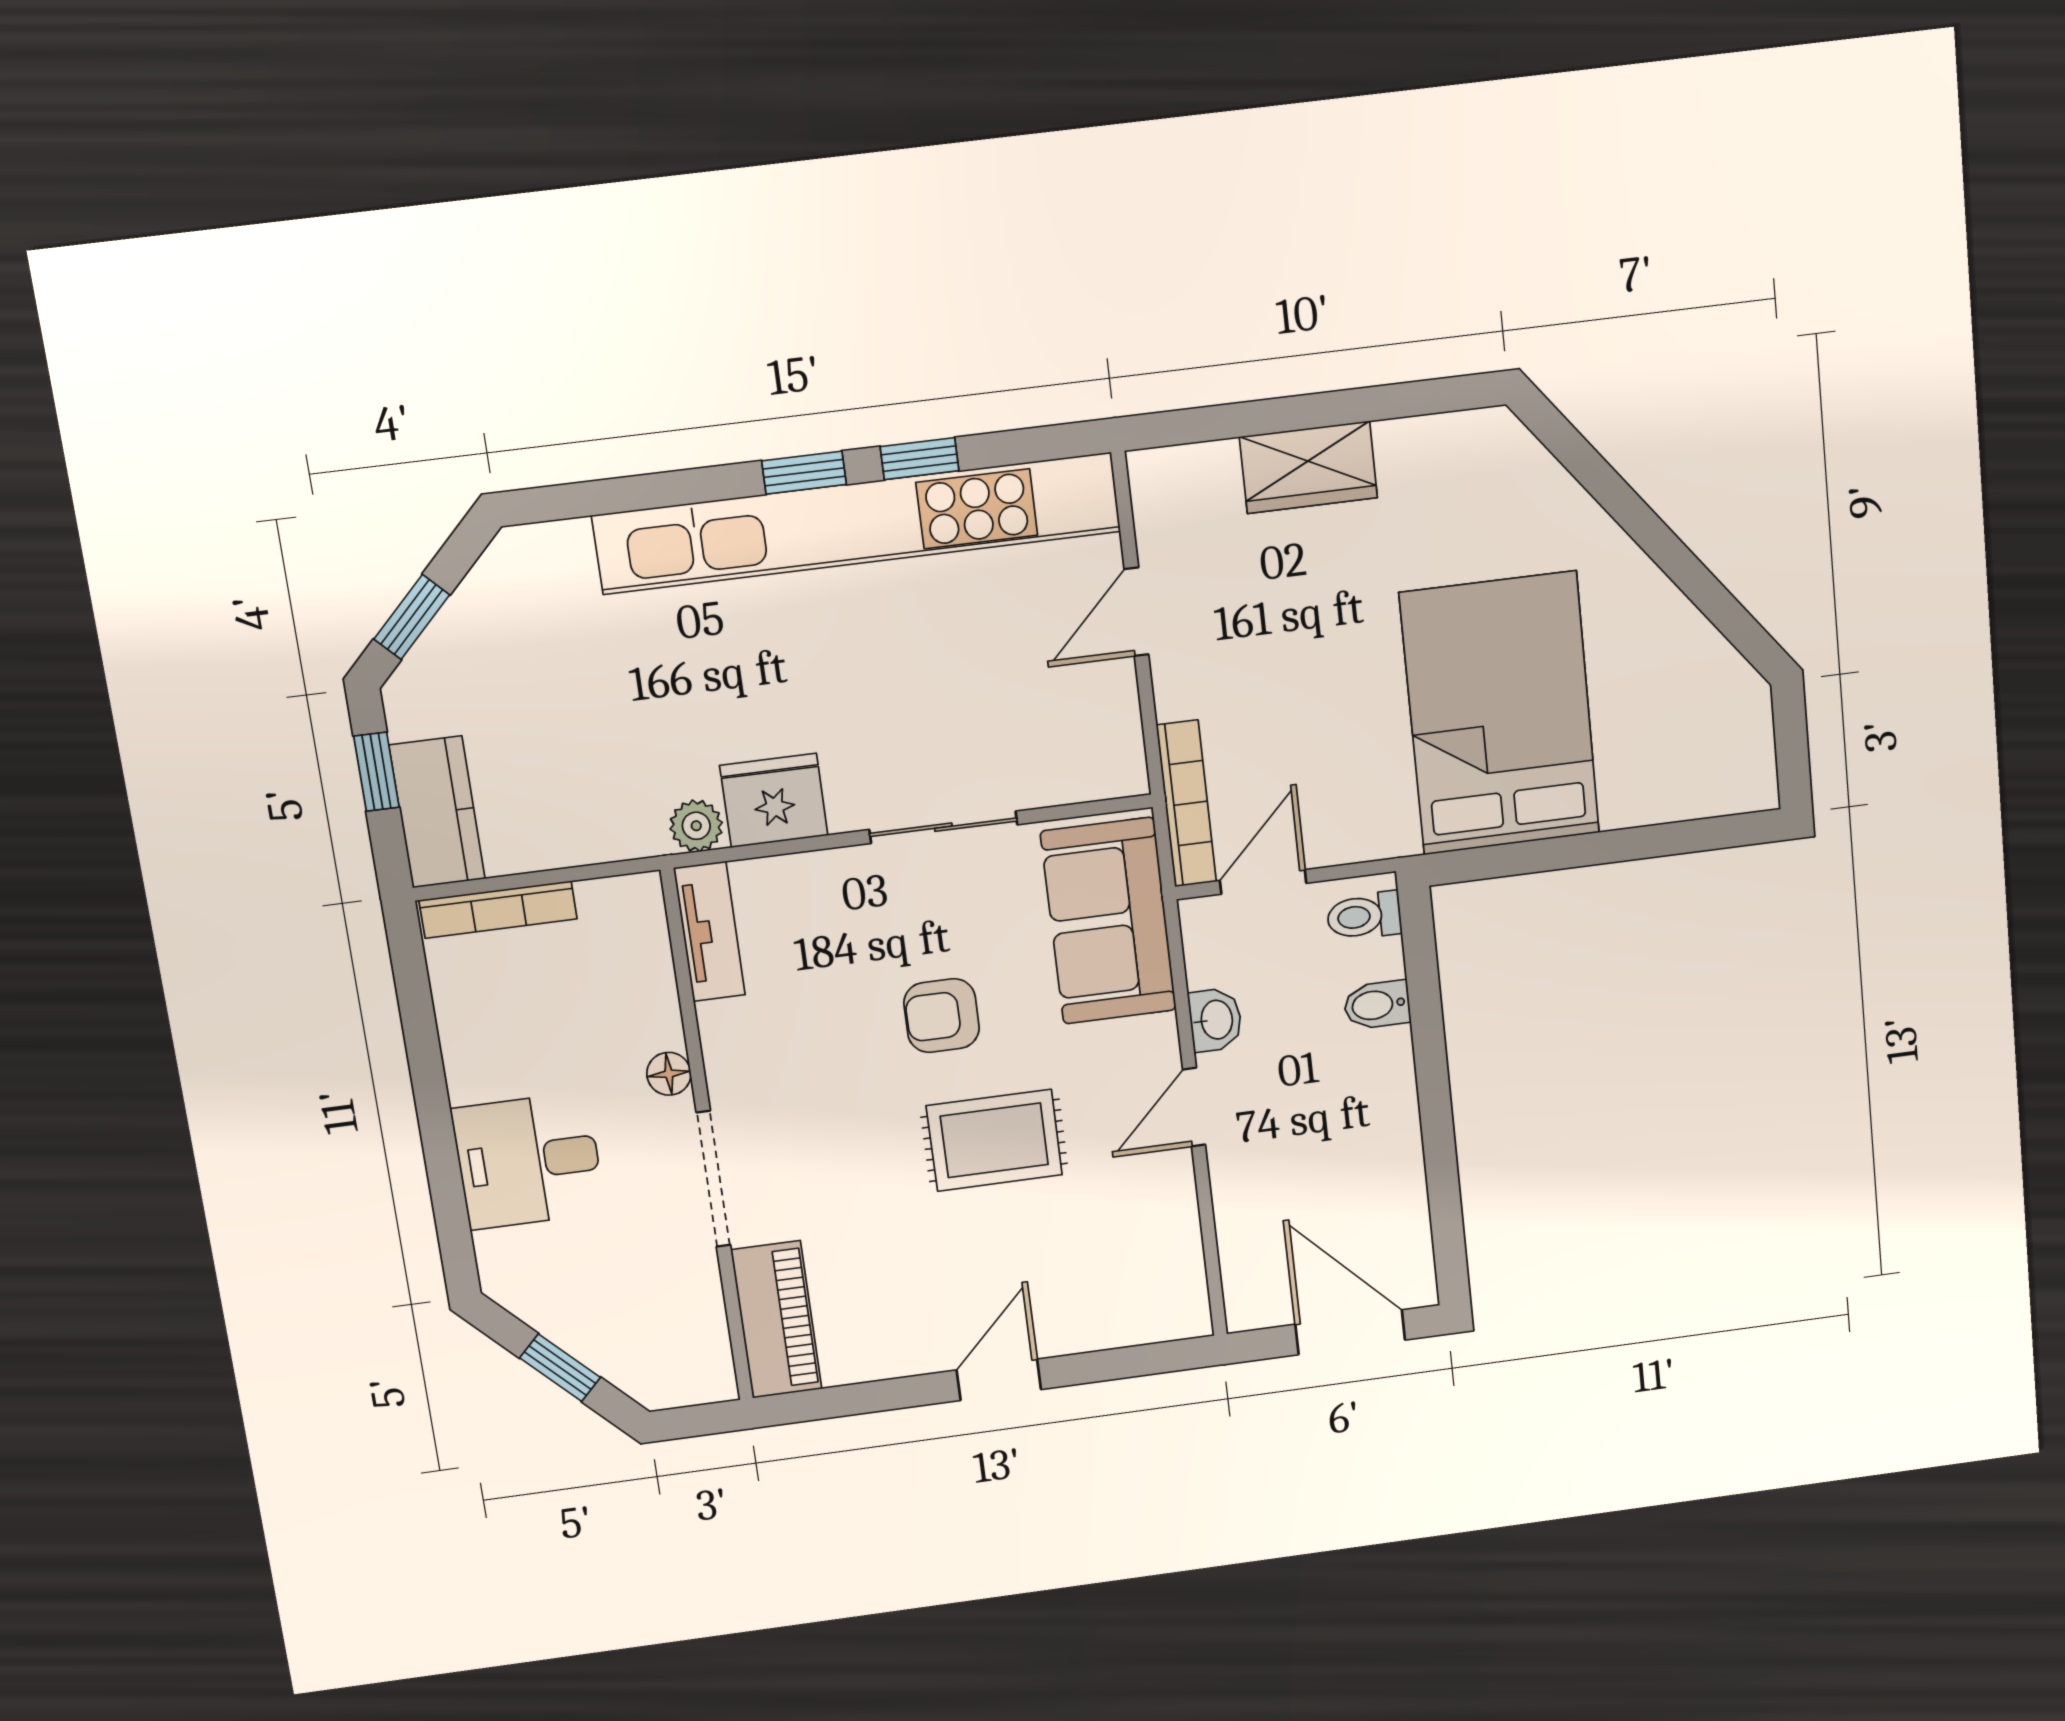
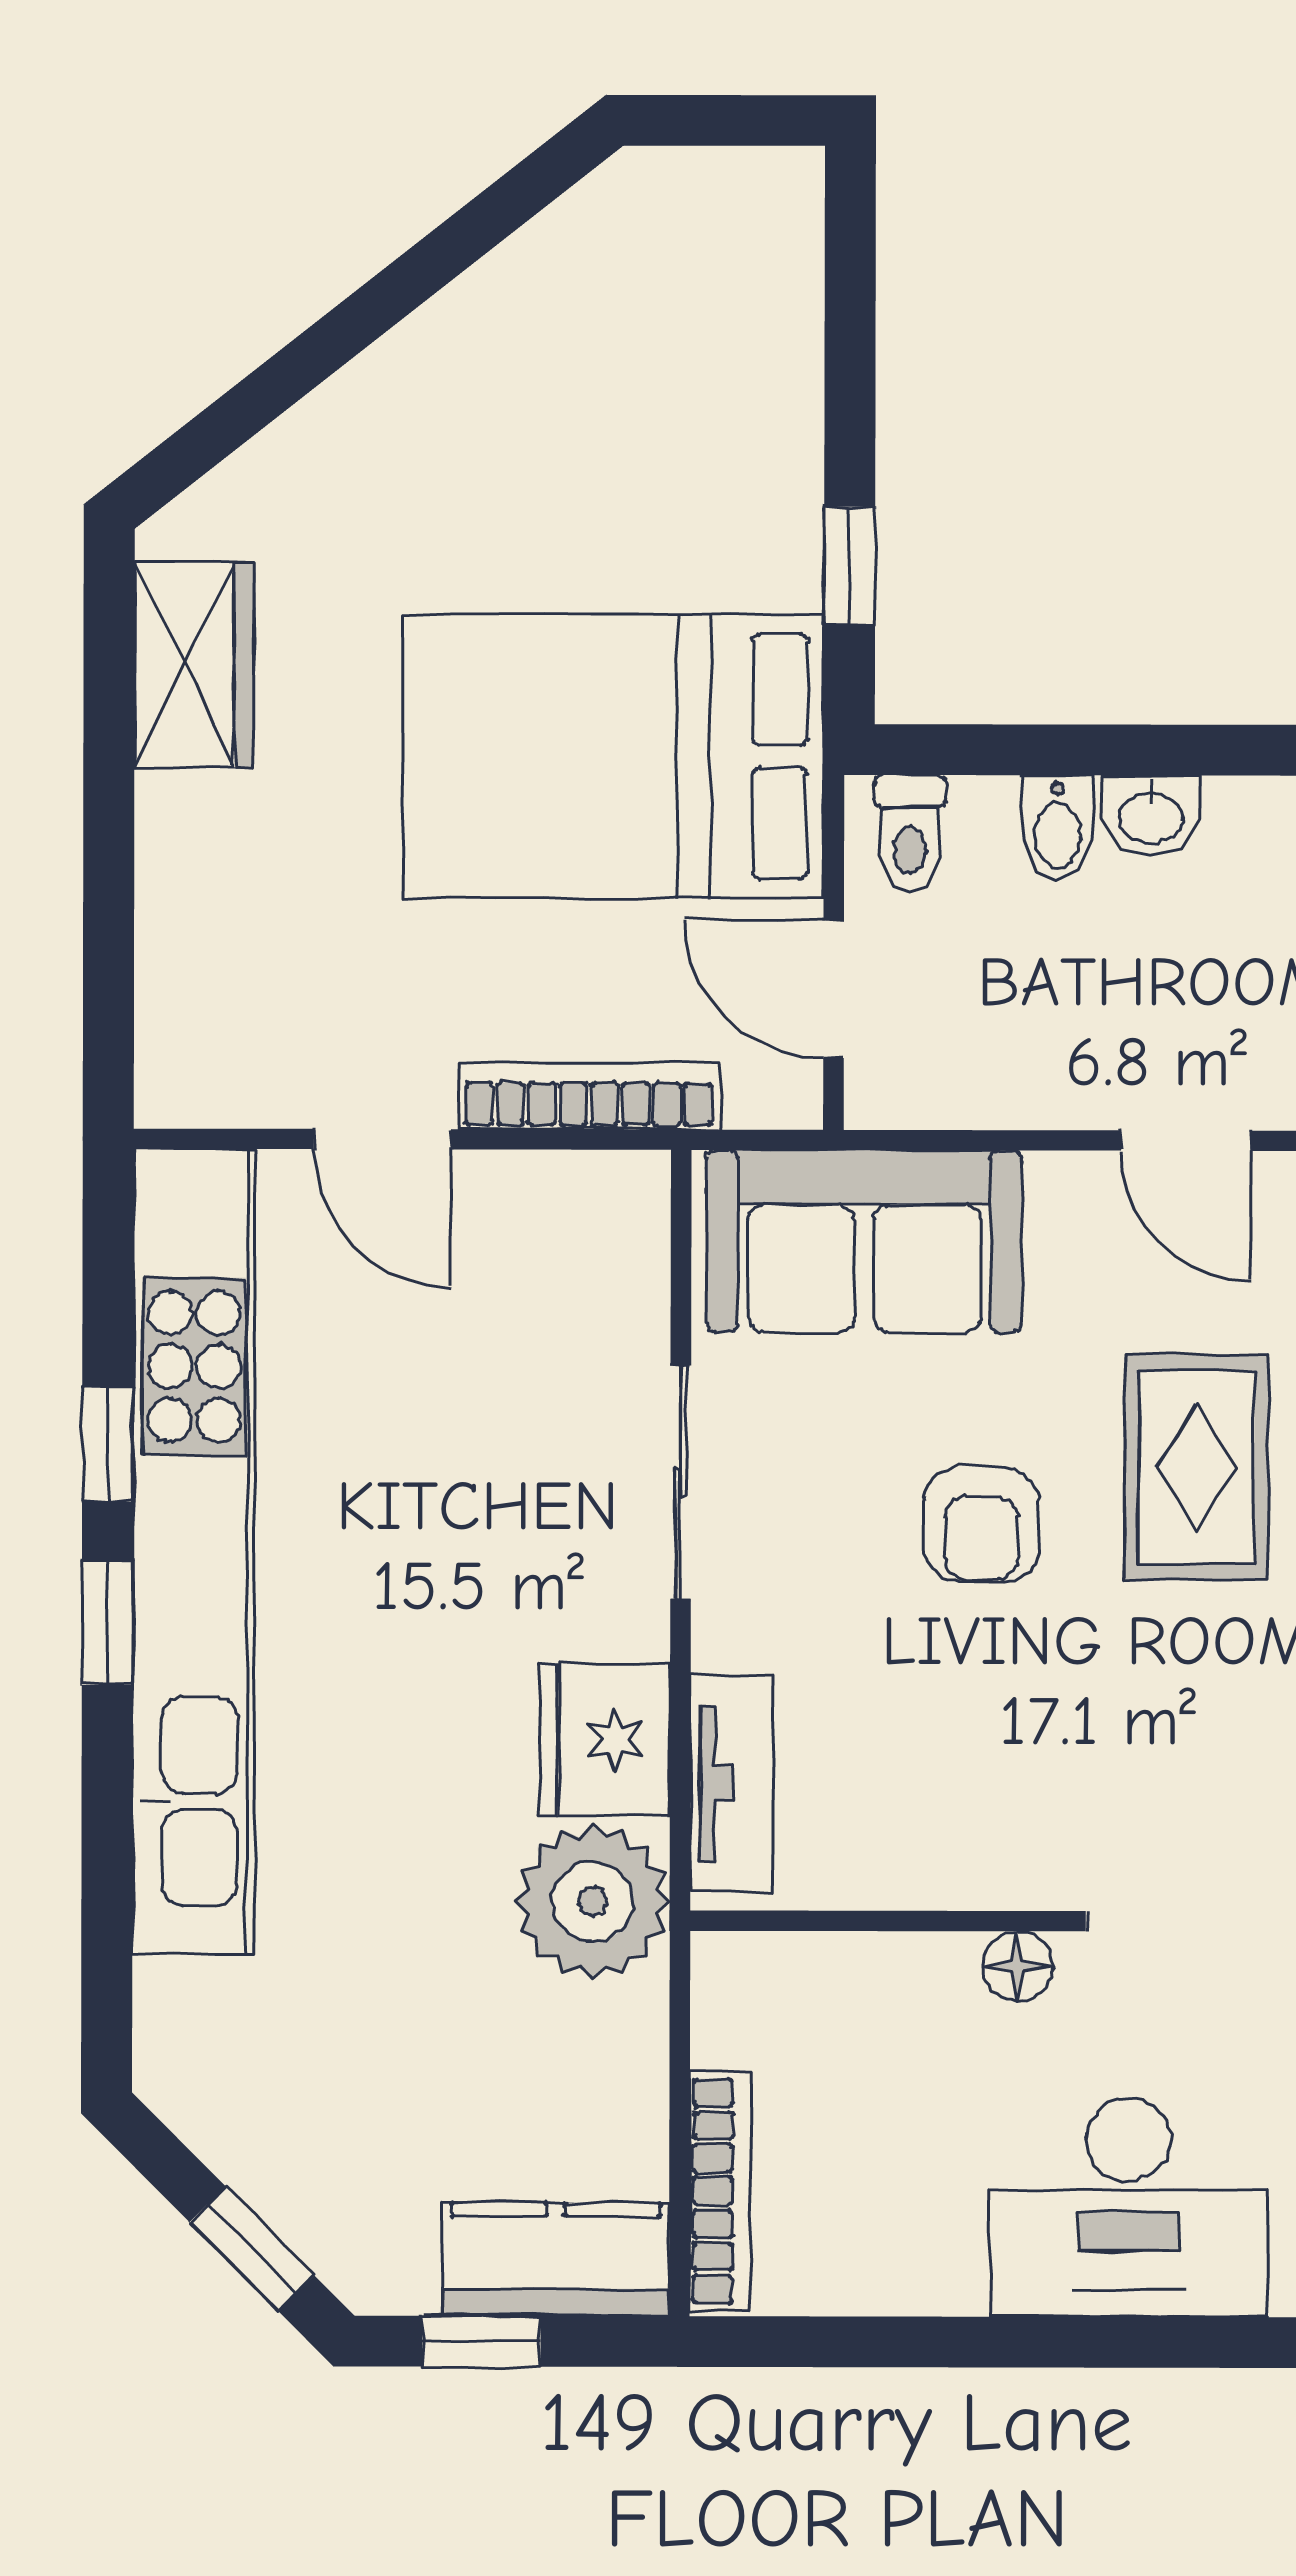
wardrobe: (1308, 467) -> (194, 664), moved
bed: (1500, 714) -> (614, 756), moved
bookcase: (1186, 804) -> (589, 1096), moved
plant: (696, 826) -> (592, 1902), width x1.87, depth x1.87
window: (1525, 858) -> (850, 566), added
tv unit: (709, 932) -> (732, 1783), moved, turned 90
washbasin: (1215, 1020) -> (1151, 816), moved, turned 180
desk: (528, 1161) -> (1129, 2208), width x1.37

